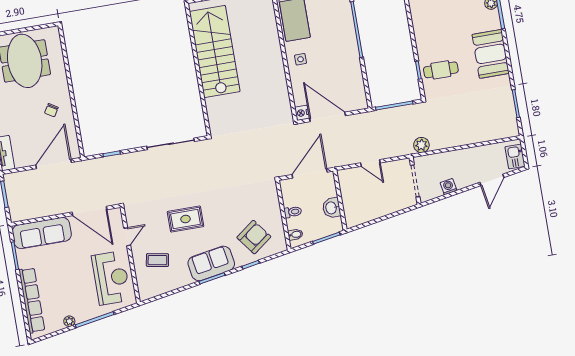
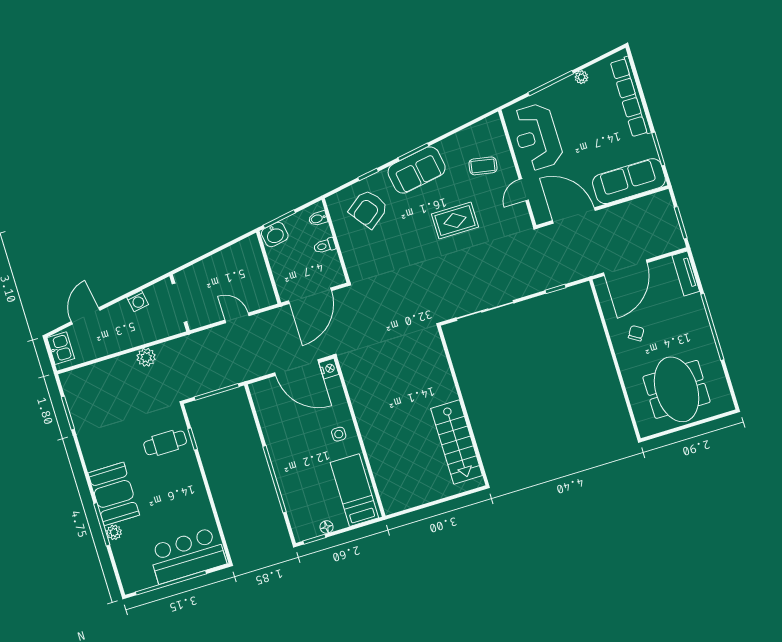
stairs: (215, 51) -> (457, 442), width x0.73, depth x0.66
booth: (491, 54) -> (114, 494), moved
plant: (421, 145) -> (146, 357), moved
washbasin: (332, 208) -> (275, 235), moved, turned 80

